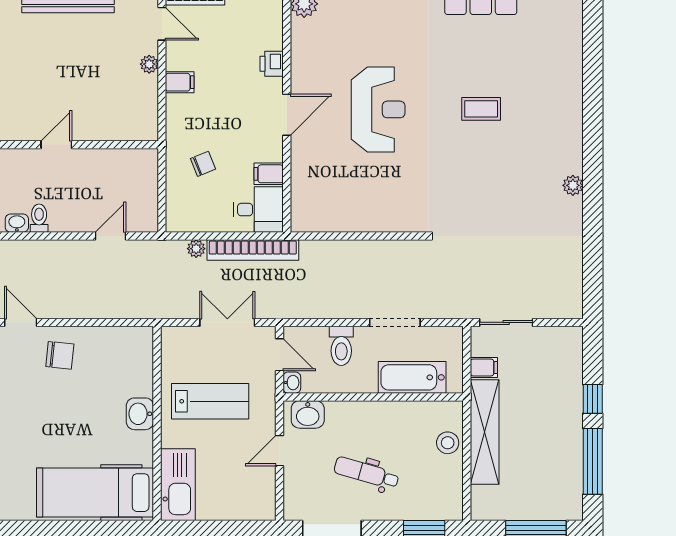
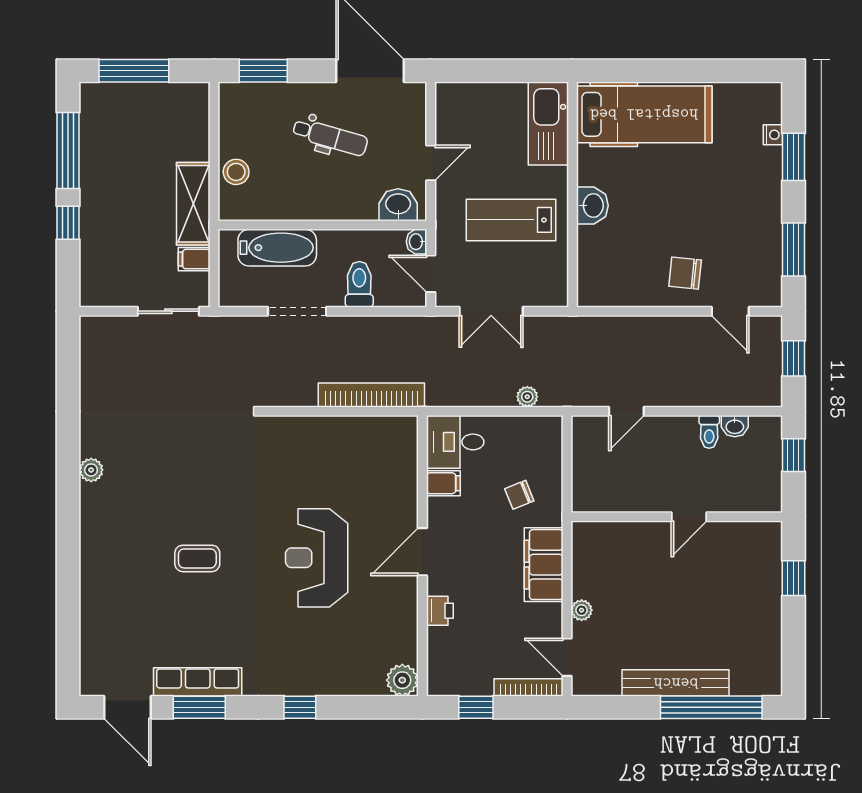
filing cabinet: (180, 82) -> (544, 565), width x3.00, depth x1.17
bookcase: (253, 250) -> (371, 395), moved
shelving: (485, 432) -> (193, 204), width x0.68

